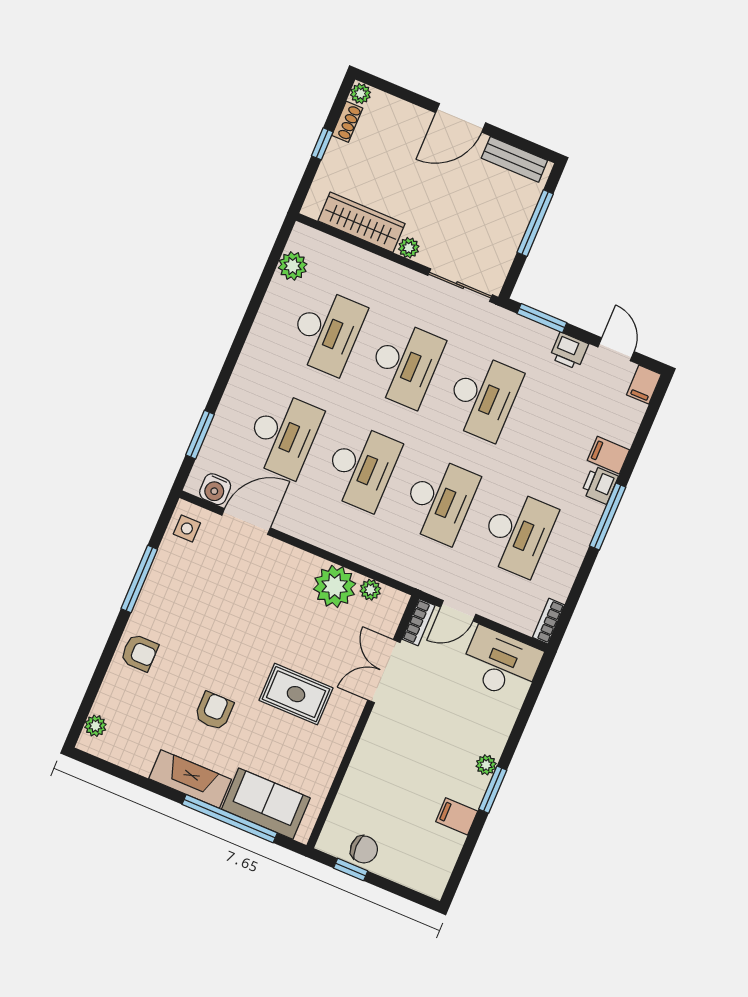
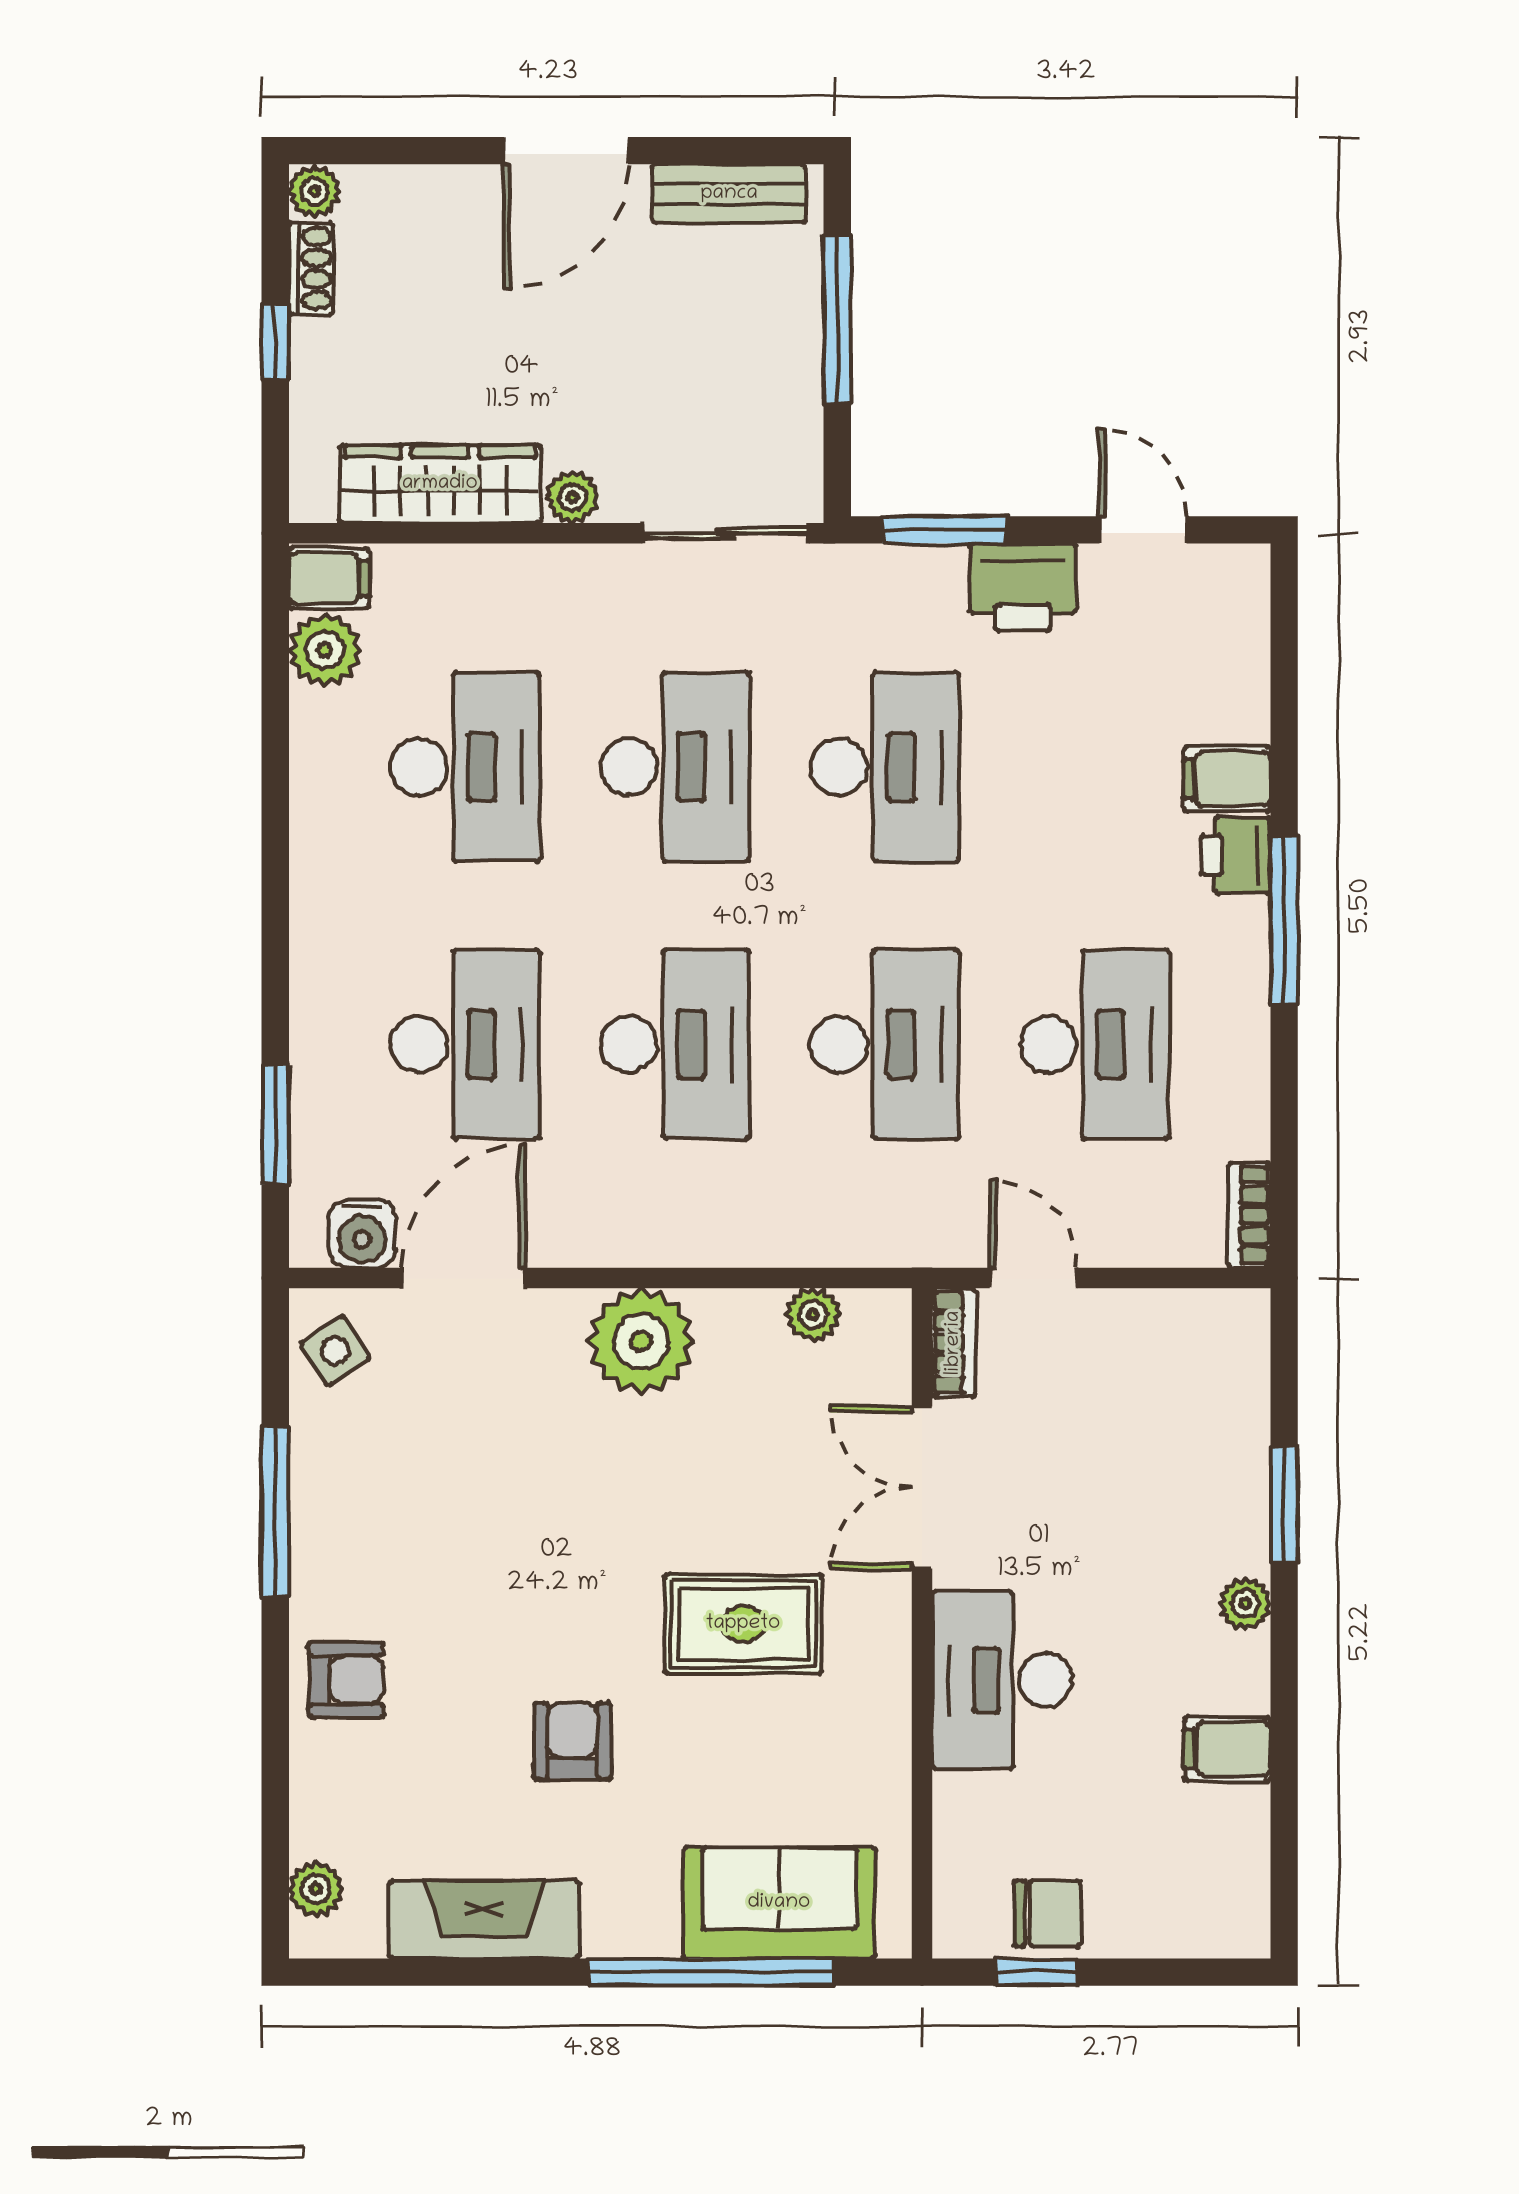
printer: (569, 351) -> (1023, 587), width x1.36, depth x1.24
filing cabinet: (644, 385) -> (329, 578), moved, turned -90
side table: (187, 529) -> (335, 1351), turned -33
plant: (335, 586) -> (641, 1341), moved
door: (458, 611) -> (1034, 1278), swing flipped
desk: (501, 664) -> (1002, 1680), moved, turned -90
fireplace: (190, 779) -> (484, 1919), moved
window: (493, 790) -> (1284, 1503), moved

